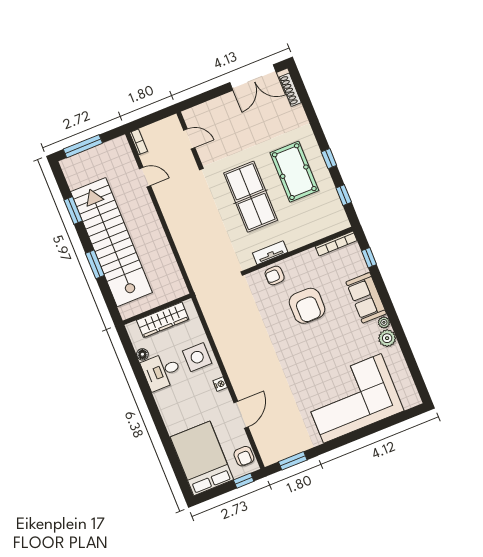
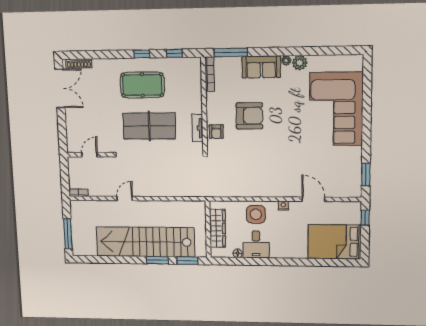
door: (145, 177) -> (125, 199), moved
window: (73, 210) -> (187, 261), moved
window: (369, 258) -> (231, 52), width x2.17
armchair: (244, 456) -> (346, 210), removed

